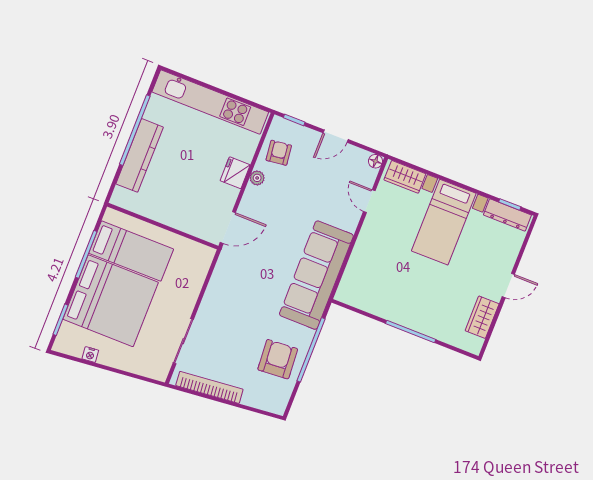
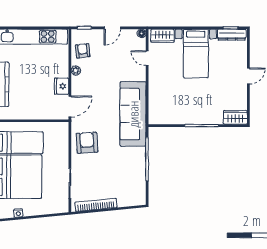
fridge: (235, 173) -> (62, 86), moved
wardrobe: (482, 317) -> (235, 117), moved, turned 90
armchair: (278, 359) -> (87, 143), moved

